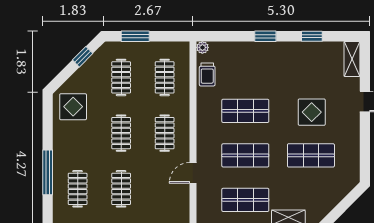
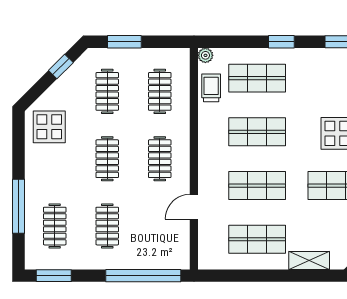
shop shelf: (245, 66) -> (257, 78), added
trolley: (207, 74) -> (211, 88), turned 180

